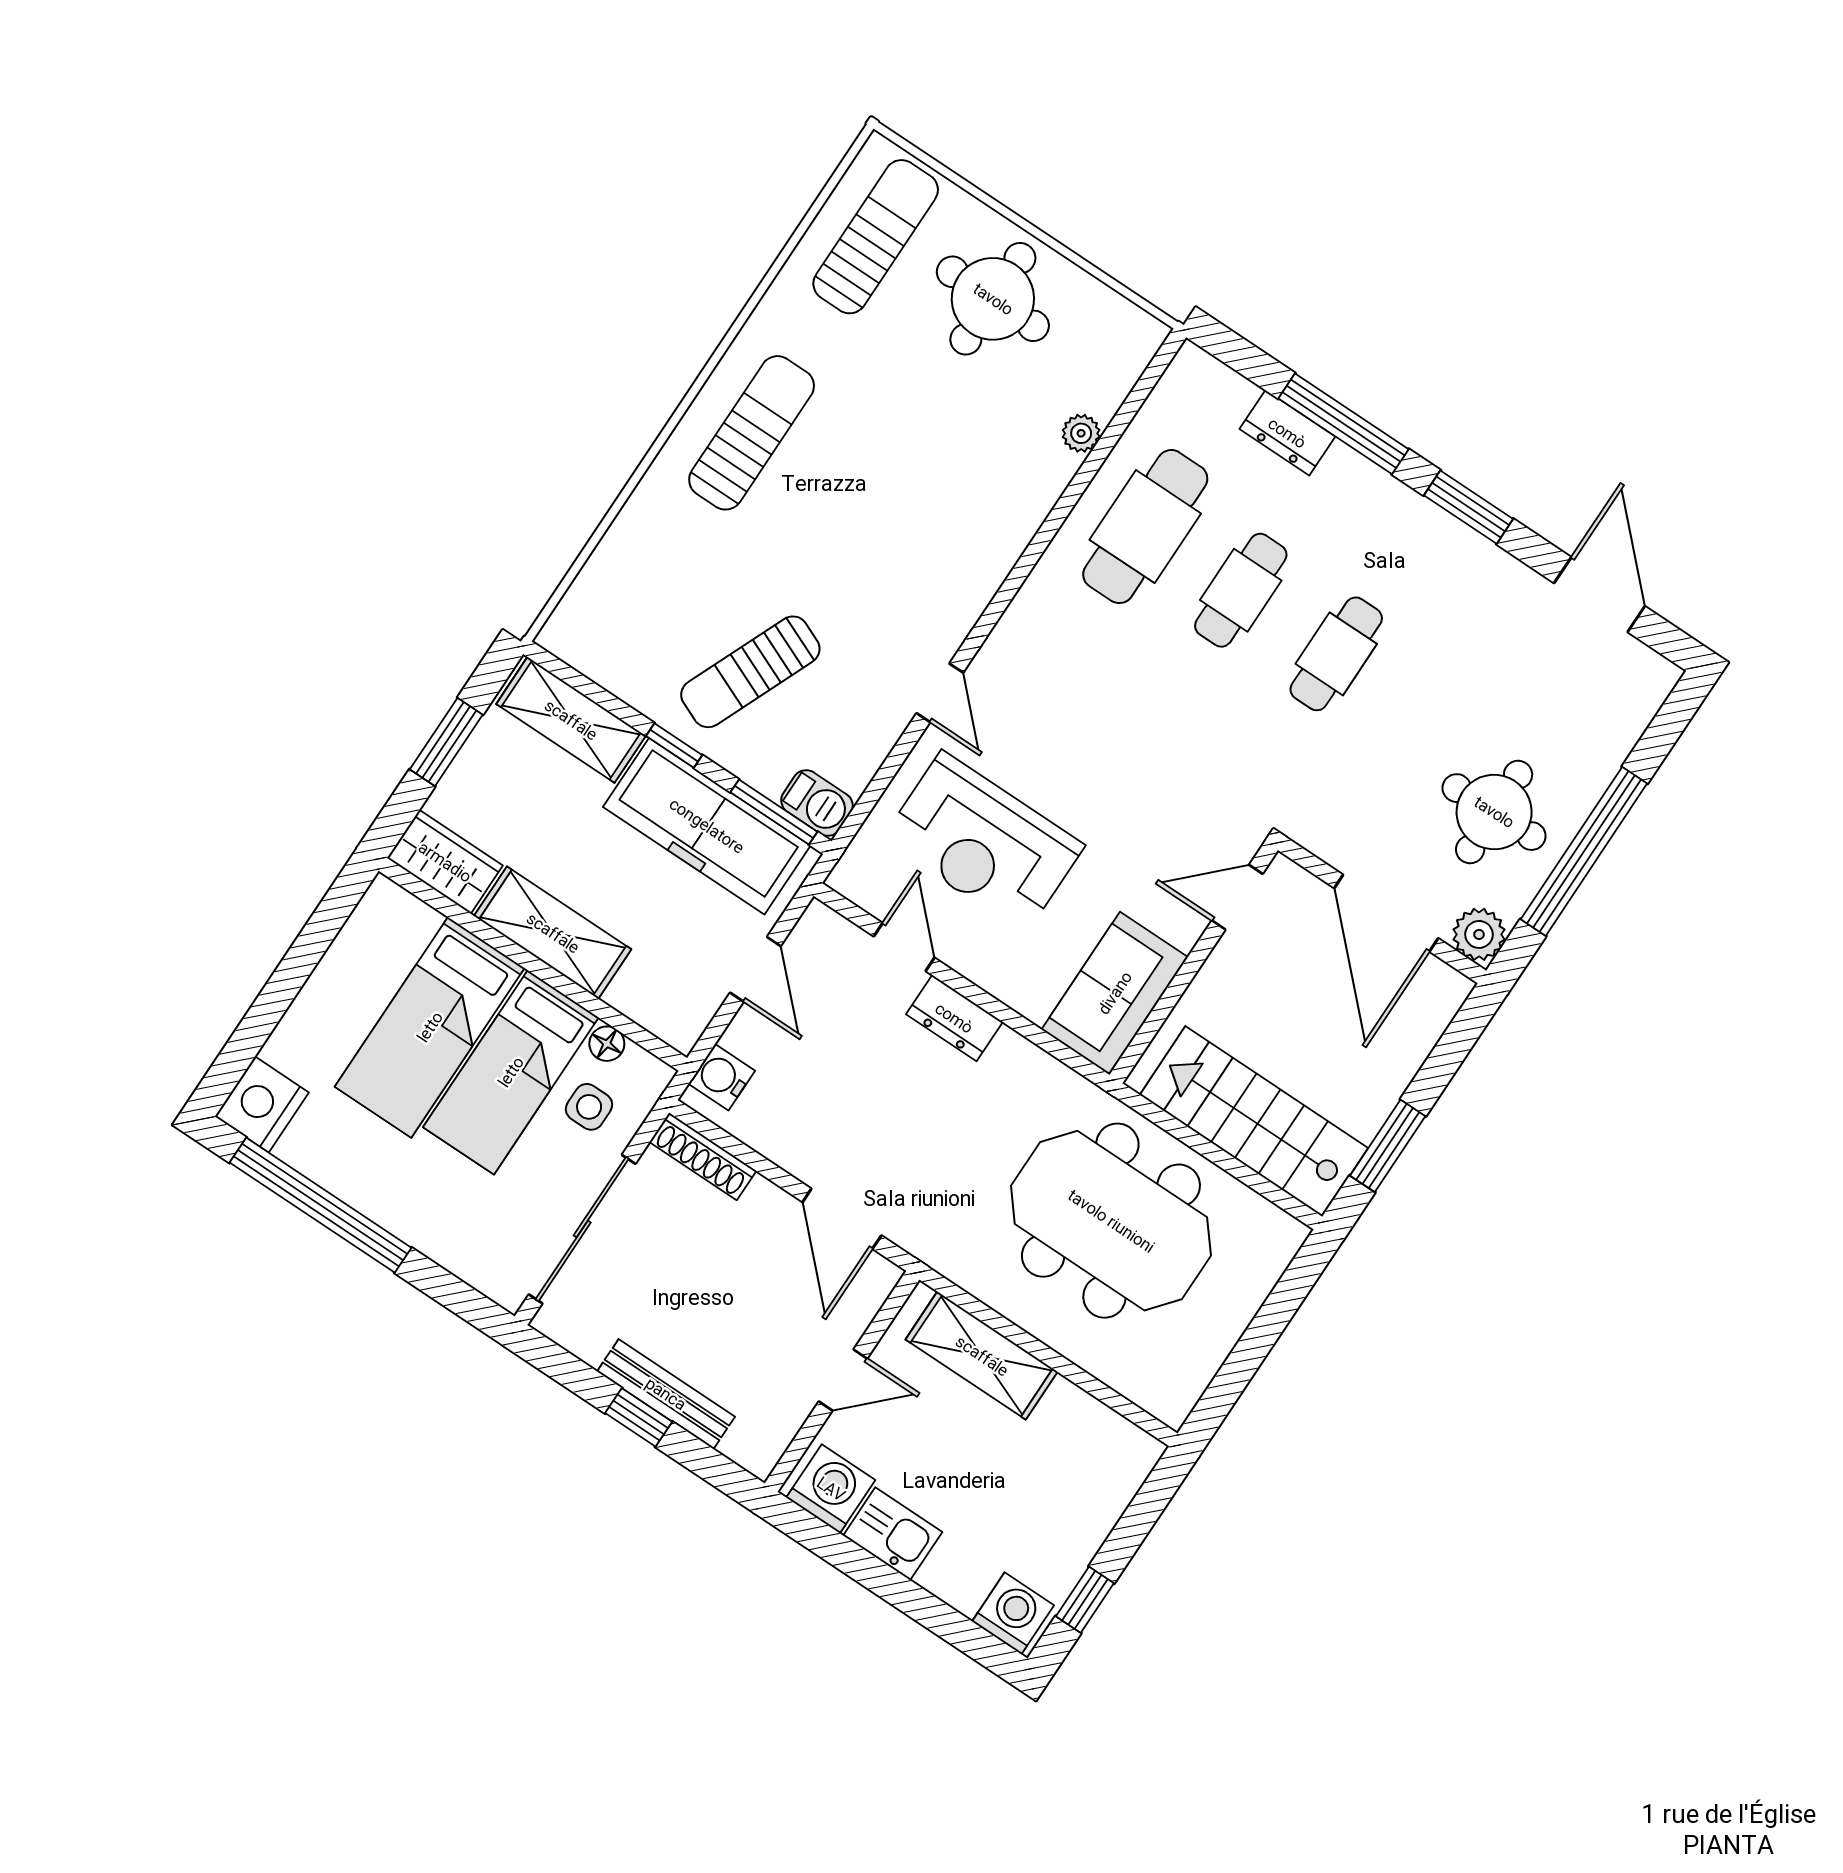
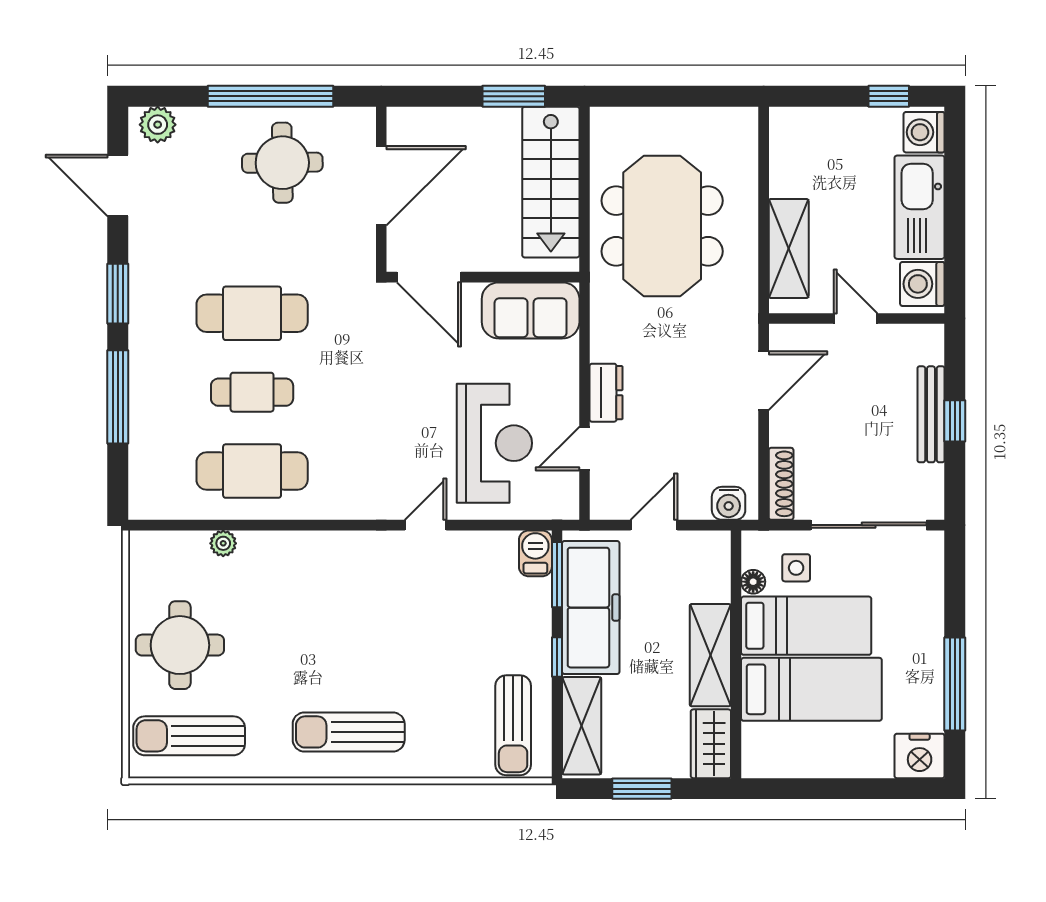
dresser: (1287, 433) -> (144, 426), removed
door: (1600, 595) -> (118, 185), hinge flipped
cafe table: (1336, 654) -> (252, 313), width x1.37, depth x1.35
sun lounger: (750, 672) -> (513, 725), moved, turned 67
door: (1237, 897) -> (429, 277), width x1.38
plant: (1479, 934) -> (158, 125), moved
window: (320, 1205) -> (955, 684), width x0.68
kitchen sink: (893, 1534) -> (920, 207), width x1.88, depth x1.24

